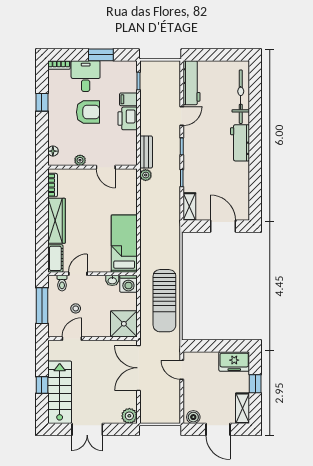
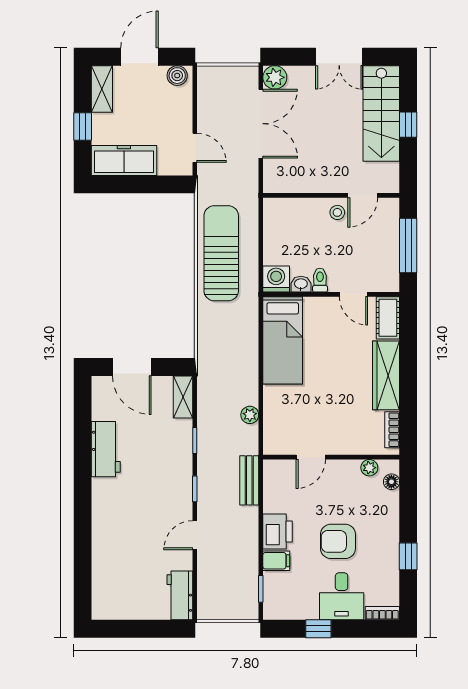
window: (101, 55) -> (318, 629), width x0.67
workbench: (192, 83) -> (180, 595), width x0.73
bicycle: (241, 97) -> (105, 565), removed
workbench: (240, 143) -> (106, 449), moved
plant: (80, 160) -> (369, 468), moved
door: (106, 167) -> (311, 457), swing flipped
plant: (146, 175) -> (250, 415), moved
door: (78, 274) -> (353, 294), hinge flipped
toilet: (62, 283) -> (320, 280), moved
stool: (76, 308) -> (337, 212), moved
shower: (124, 324) -> (283, 218), removed
freezer: (234, 361) -> (124, 160), width x1.40
double door: (139, 368) -> (261, 124), moved
double door: (87, 429) -> (339, 57), swing flipped
door: (218, 429) -> (140, 57), hinge flipped

